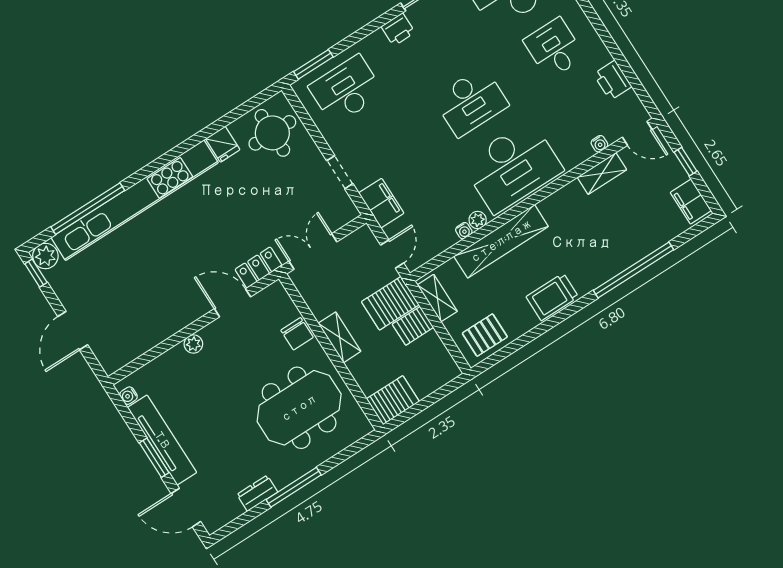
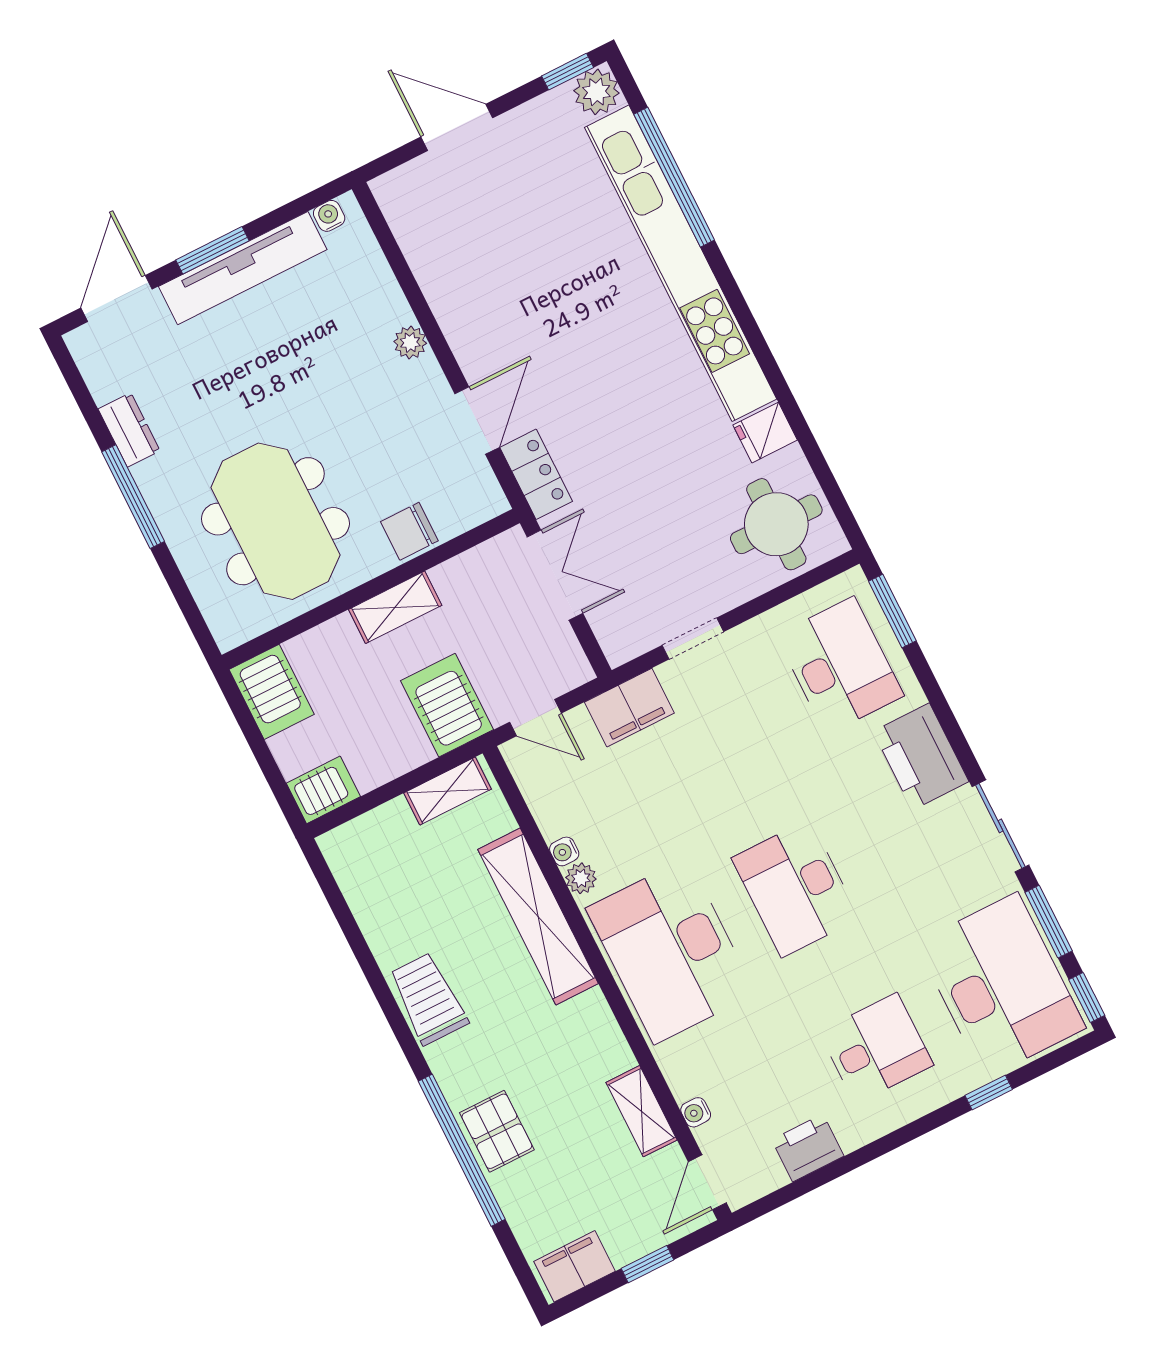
printer: (398, 29) -> (921, 756), width x1.87, depth x1.48
server rack: (413, 326) -> (323, 790), moved, turned 90
pallet: (485, 335) -> (497, 1131), moved

